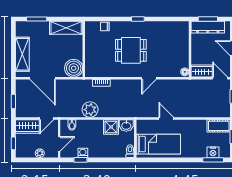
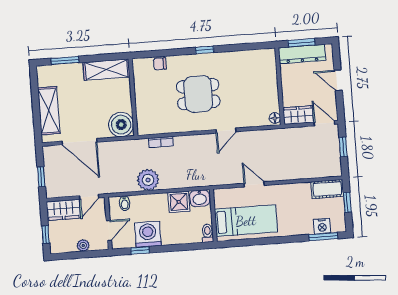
washing machine: (83, 153) -> (148, 234), width x1.89, depth x1.89

